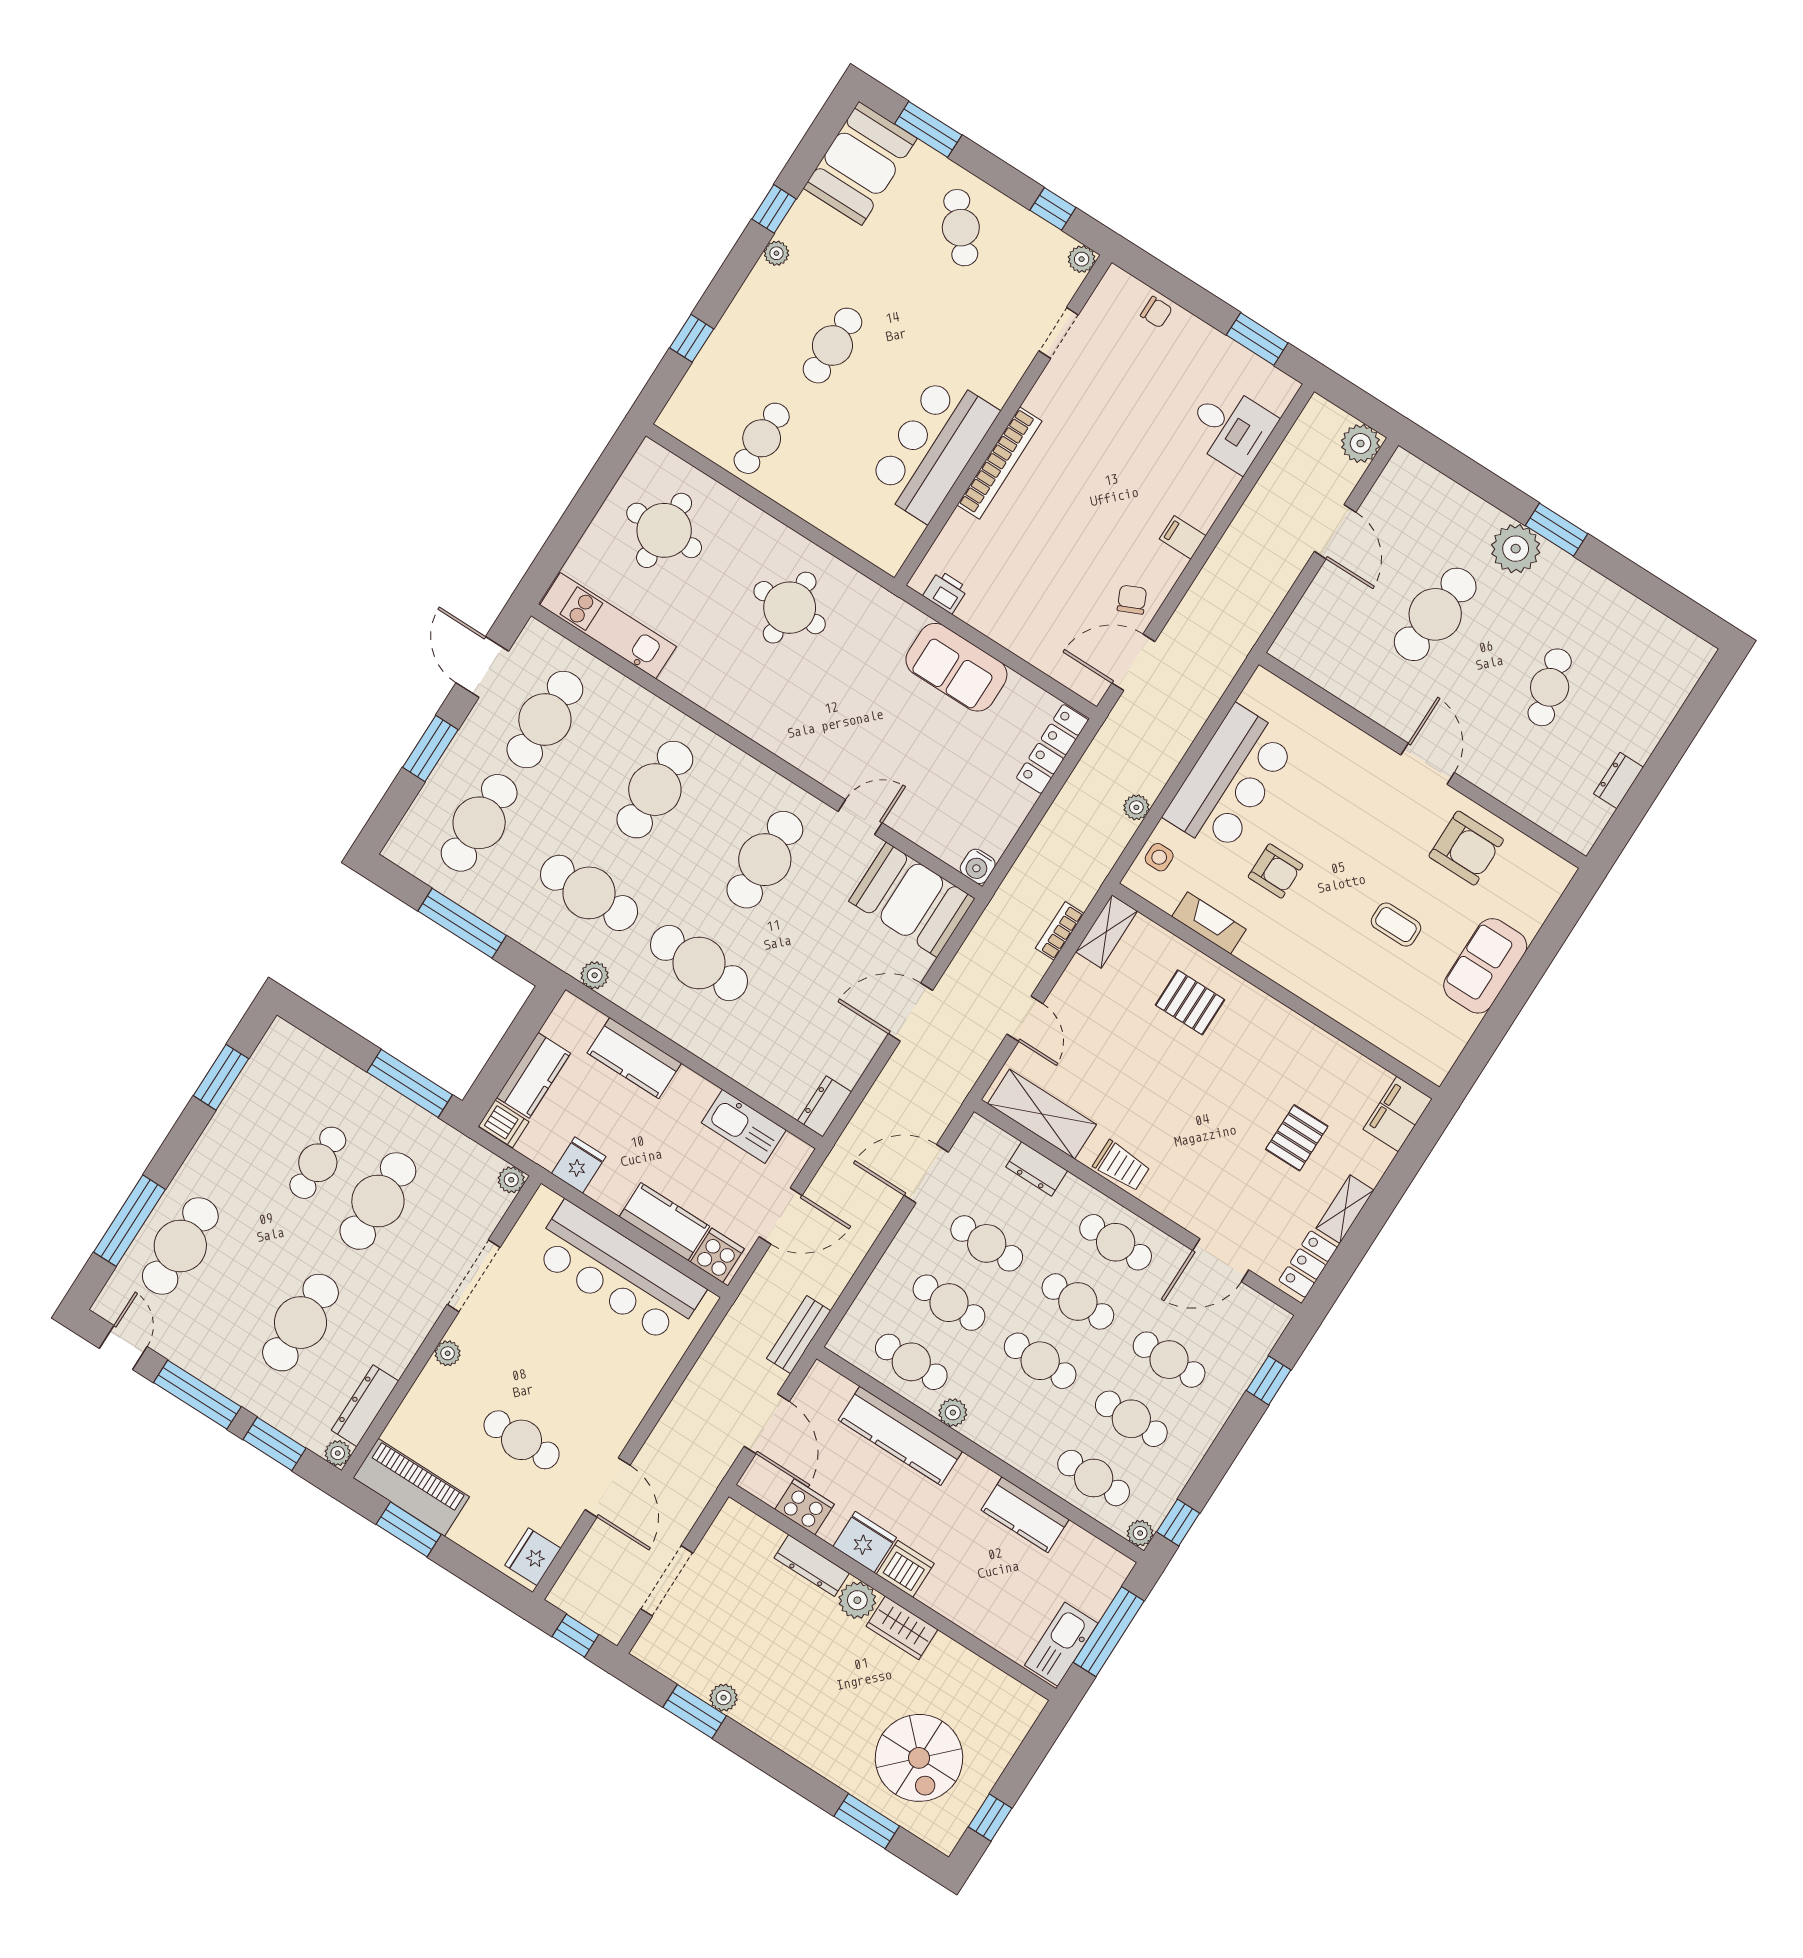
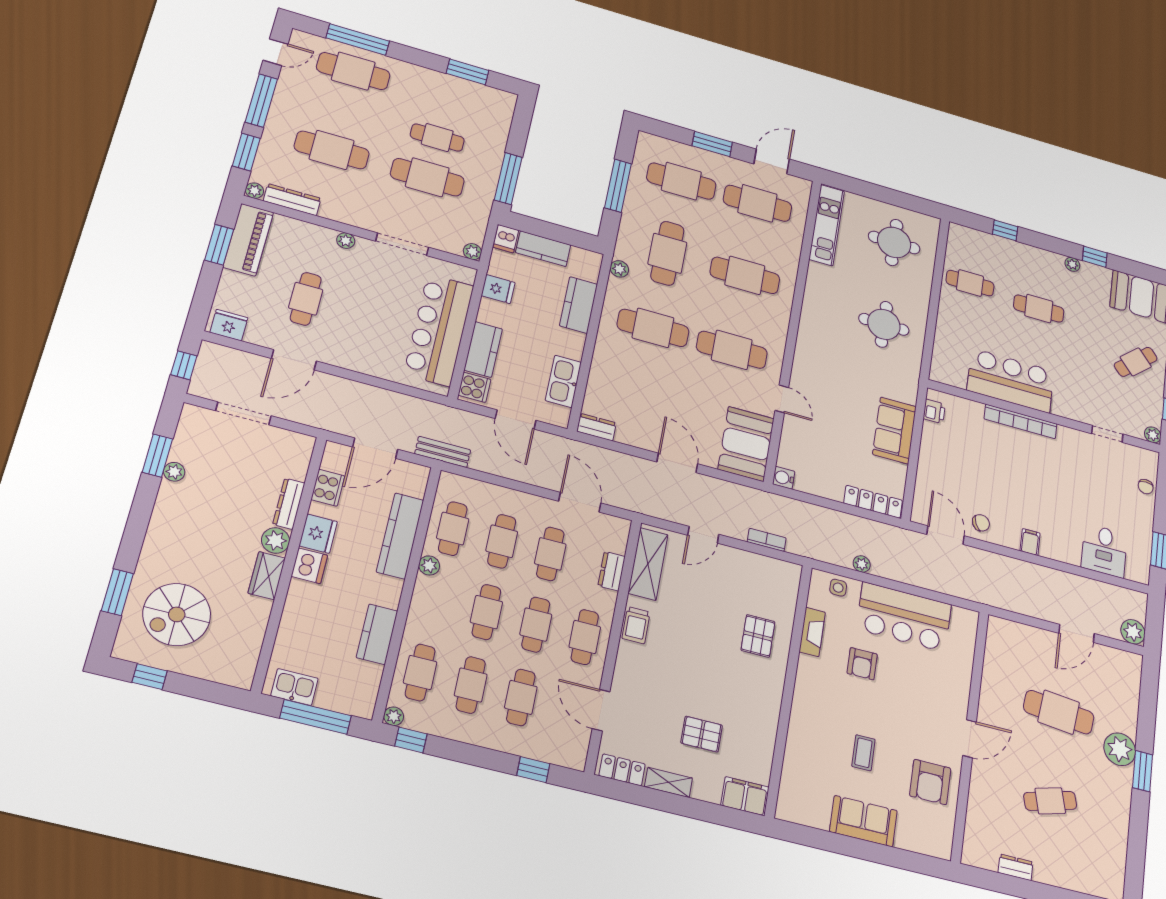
shelving: (1107, 931) -> (779, 569), removed
cafe table: (699, 963) -> (653, 328), turned 90
kitchen sink: (1061, 1644) -> (294, 687), width x0.73

